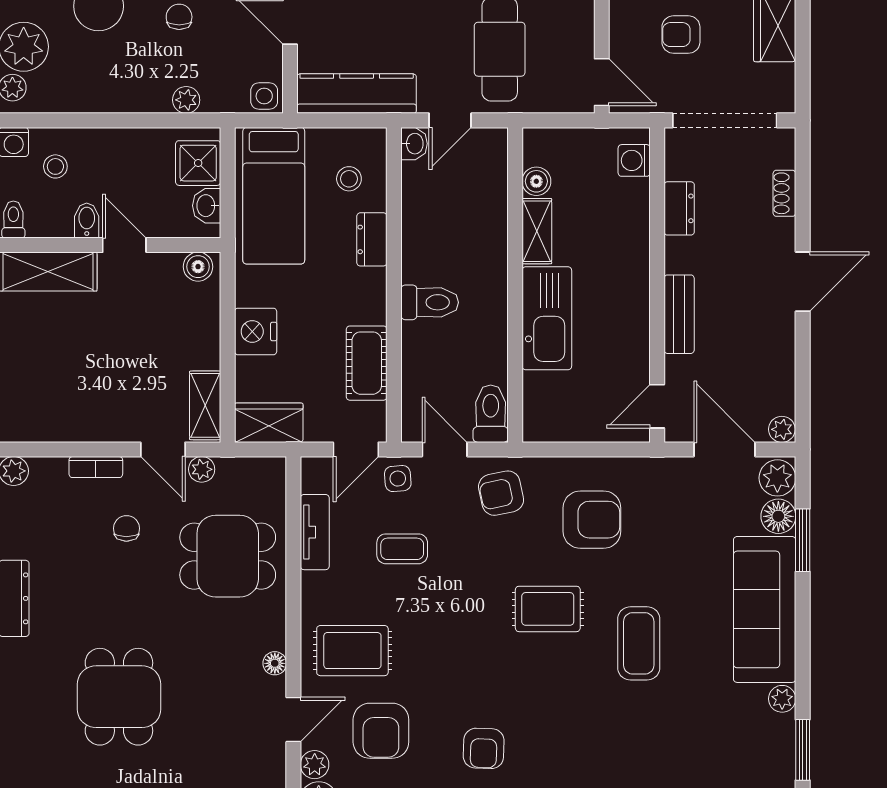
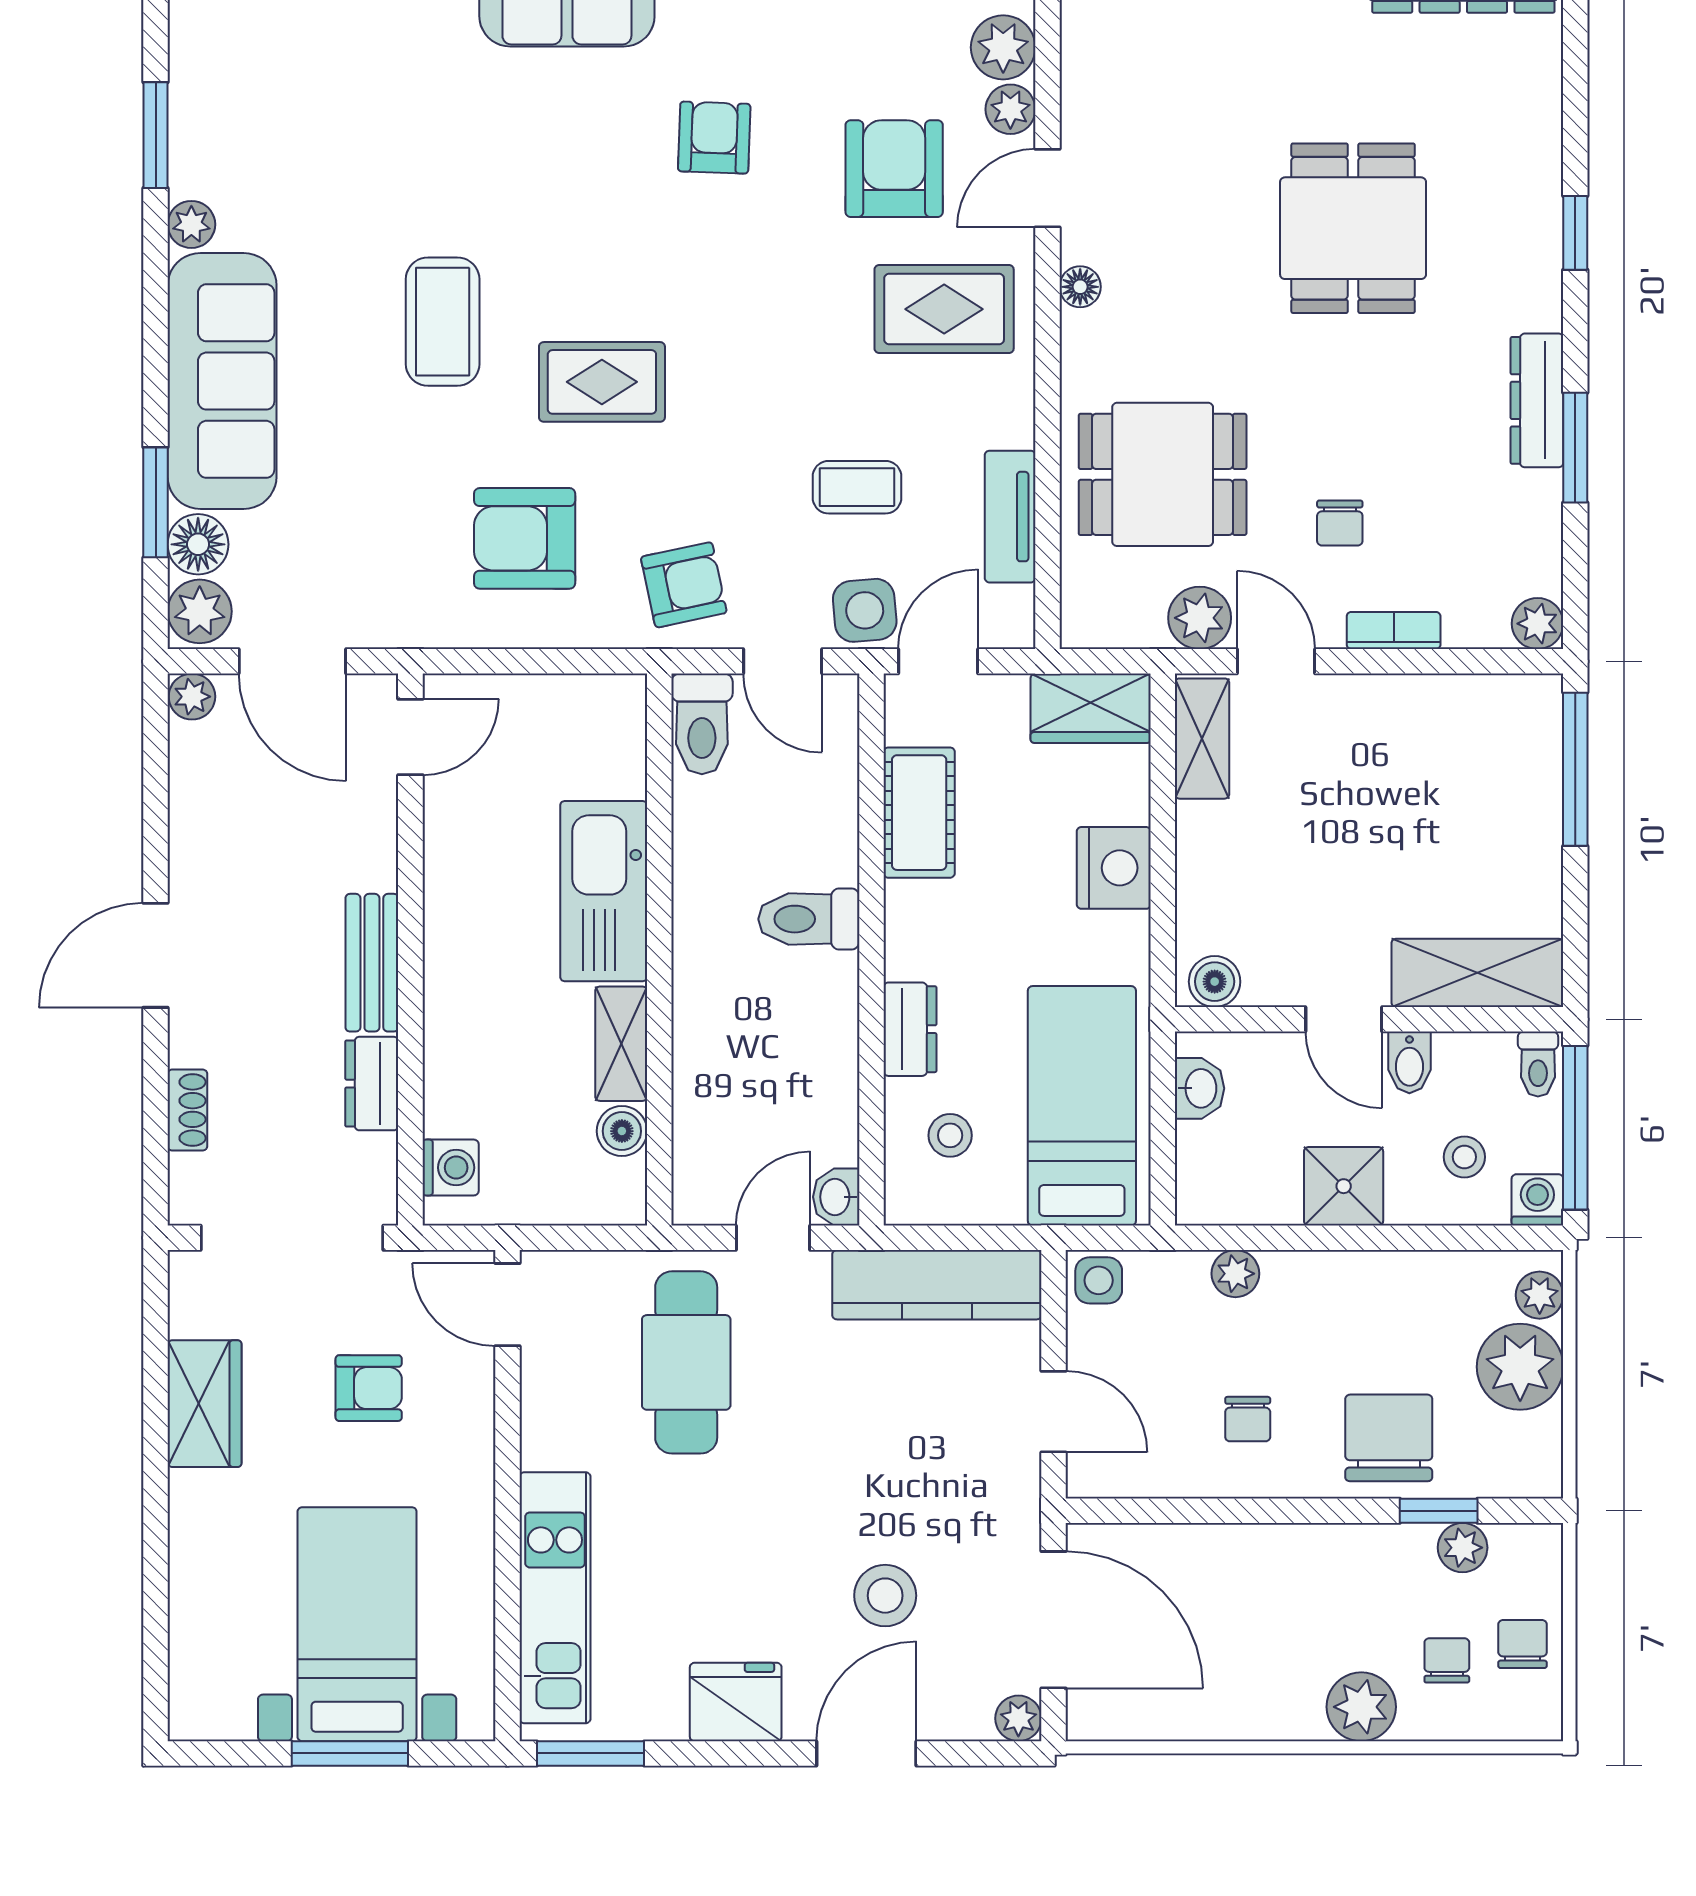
shower: (198, 163) -> (1344, 1186), moved
bench: (679, 314) -> (372, 963), moved
plant: (202, 469) -> (1200, 618), width x1.38, depth x1.38
side table: (398, 479) -> (865, 610), width x1.37, depth x1.37

